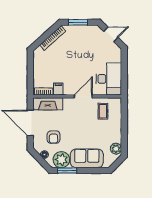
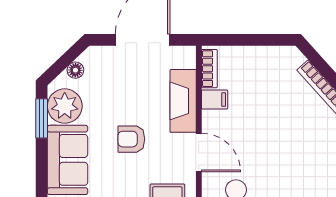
fireplace: (48, 104) -> (183, 101), moved
armchair: (54, 137) -> (131, 139), moved

